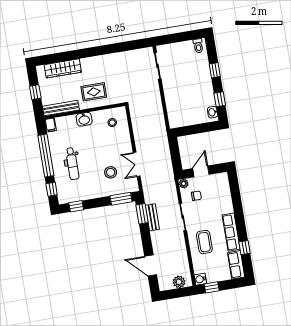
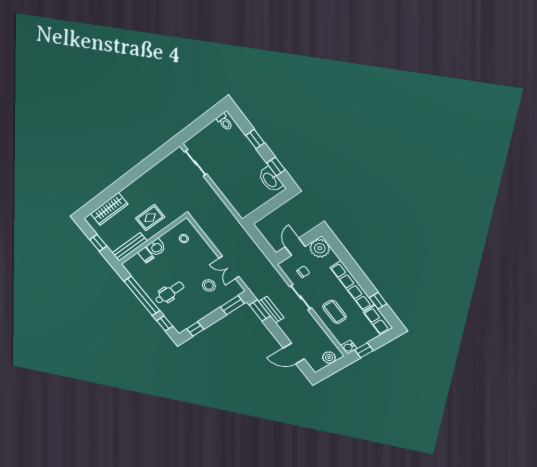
washbasin: (213, 112) -> (270, 180), width x1.91, depth x1.45
filing cabinet: (50, 125) -> (146, 255), moved
dental chair: (72, 164) -> (169, 293), turned -90
plant: (184, 184) -> (320, 248), moved, width x1.88, depth x1.88
row of seats: (231, 232) -> (352, 286), width x1.36

